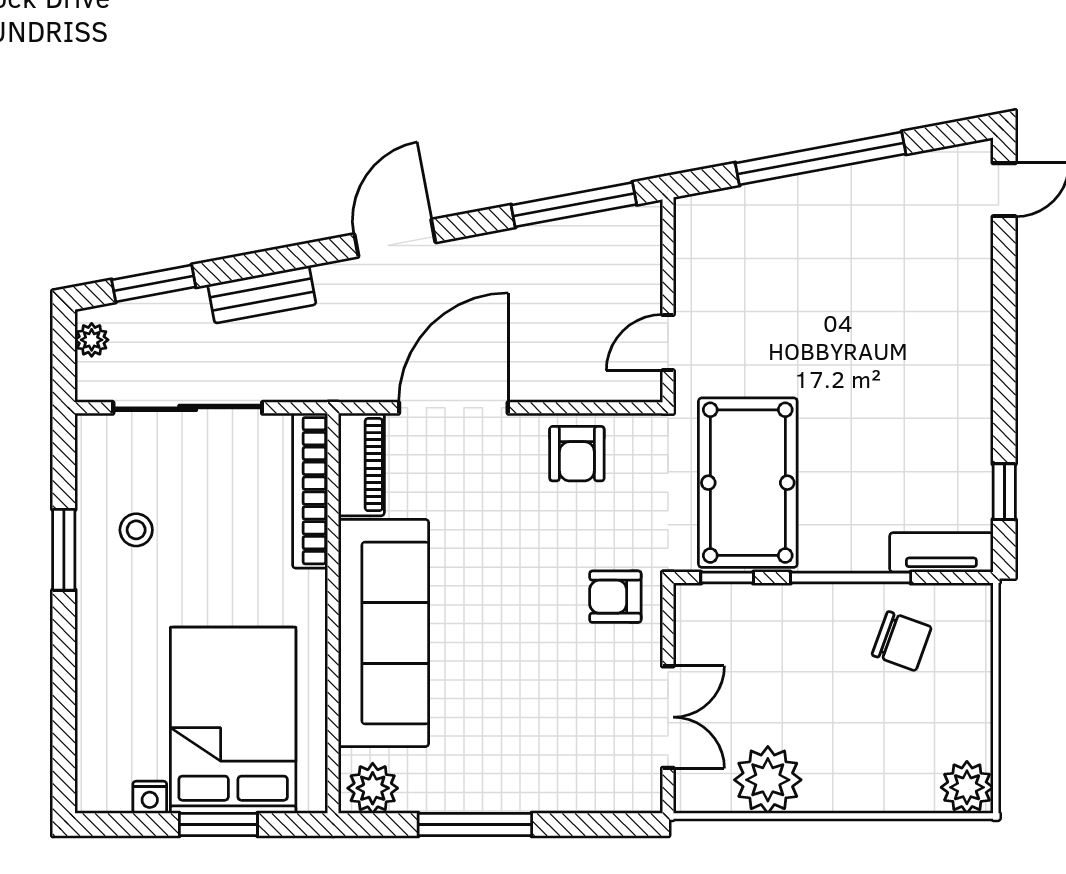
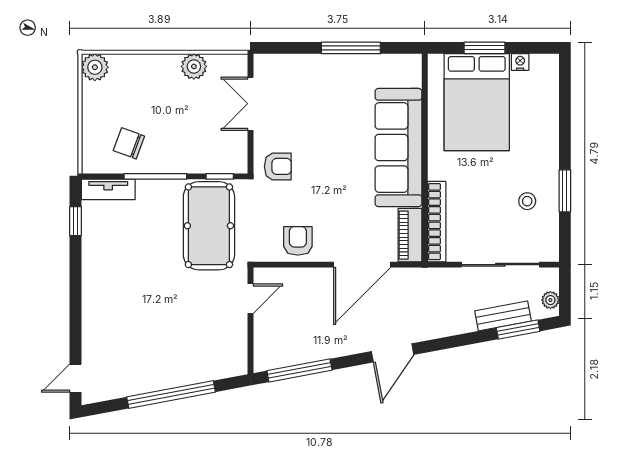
bench: (262, 295) -> (503, 316), moved
plant: (768, 780) -> (194, 66), width x0.73, depth x0.73
plant: (373, 788) -> (404, 67), removed

